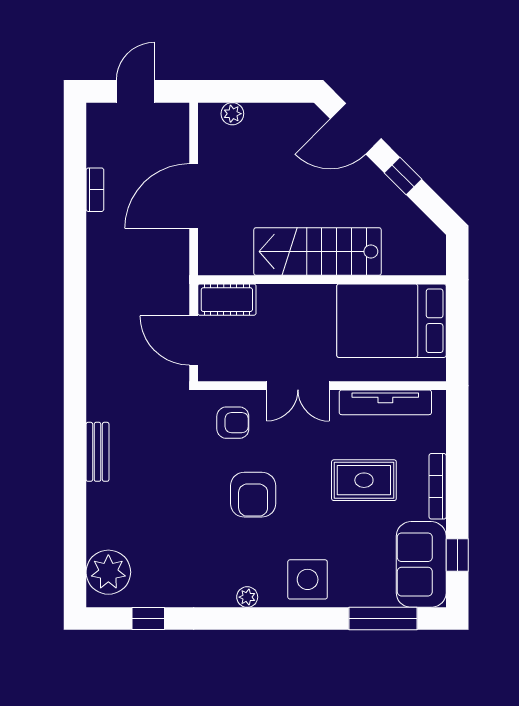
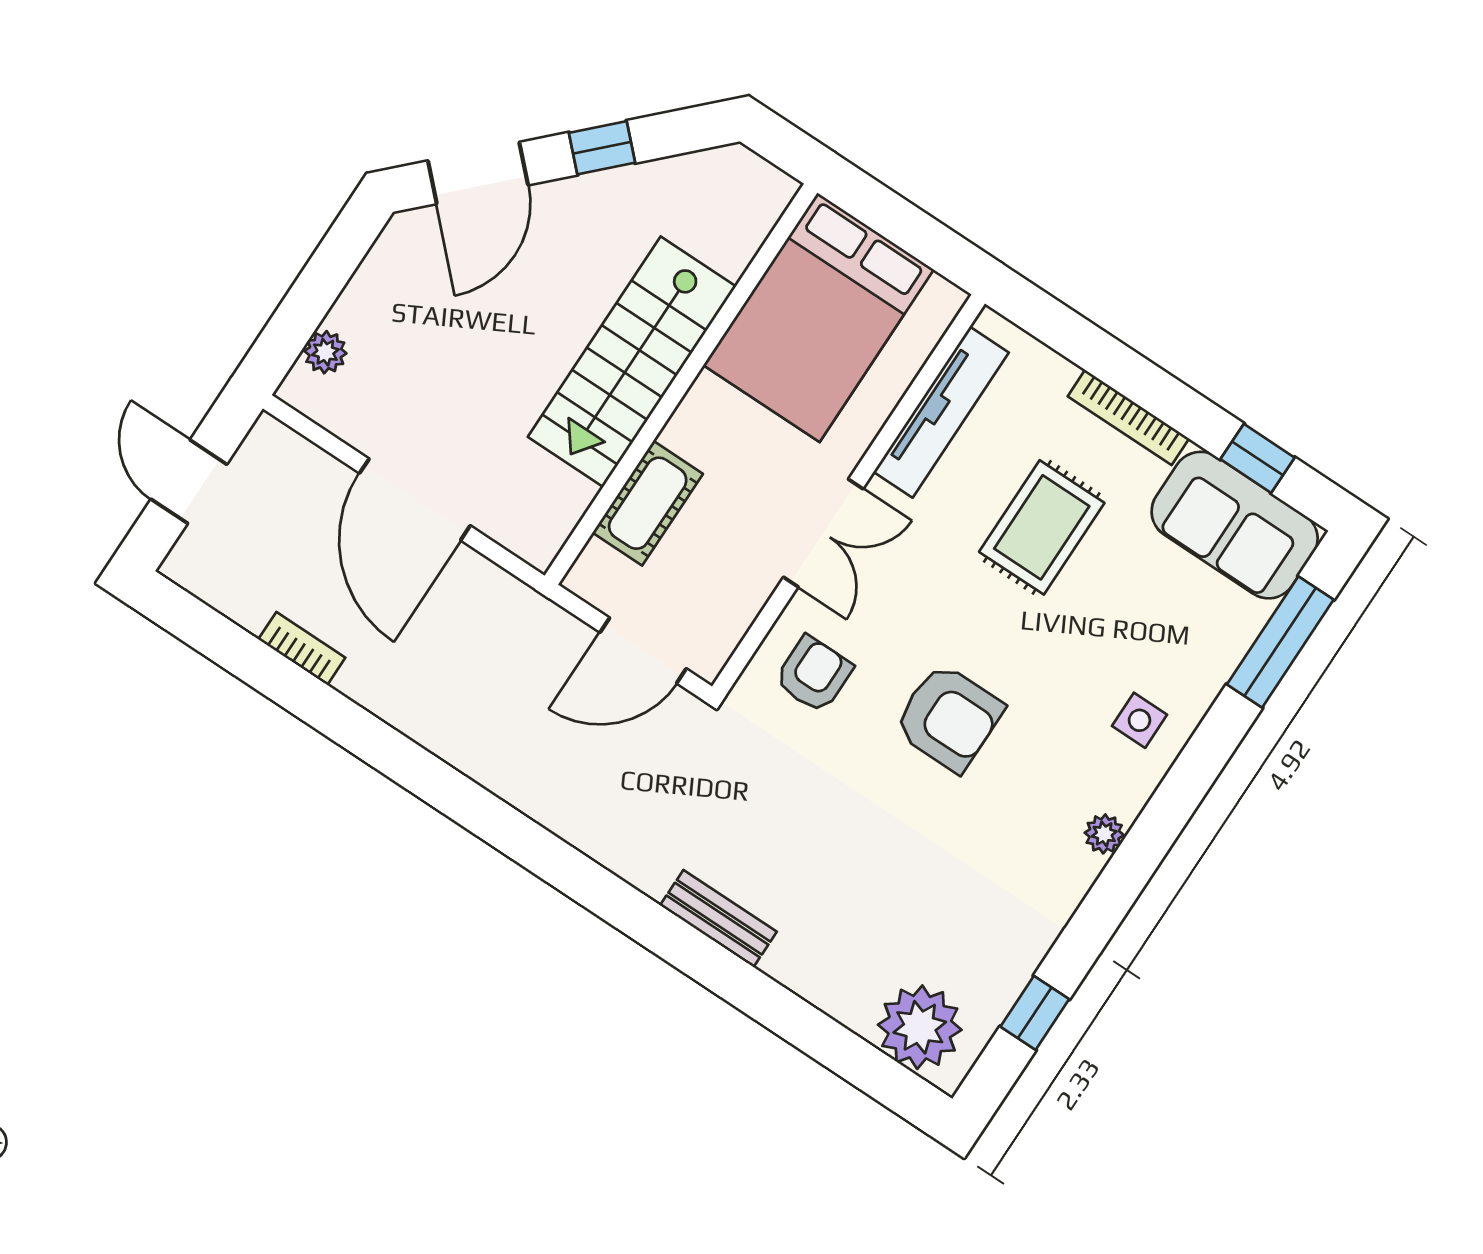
cot: (227, 300) -> (648, 503), moved
side table: (308, 579) -> (1139, 720), width x0.54, depth x0.54

